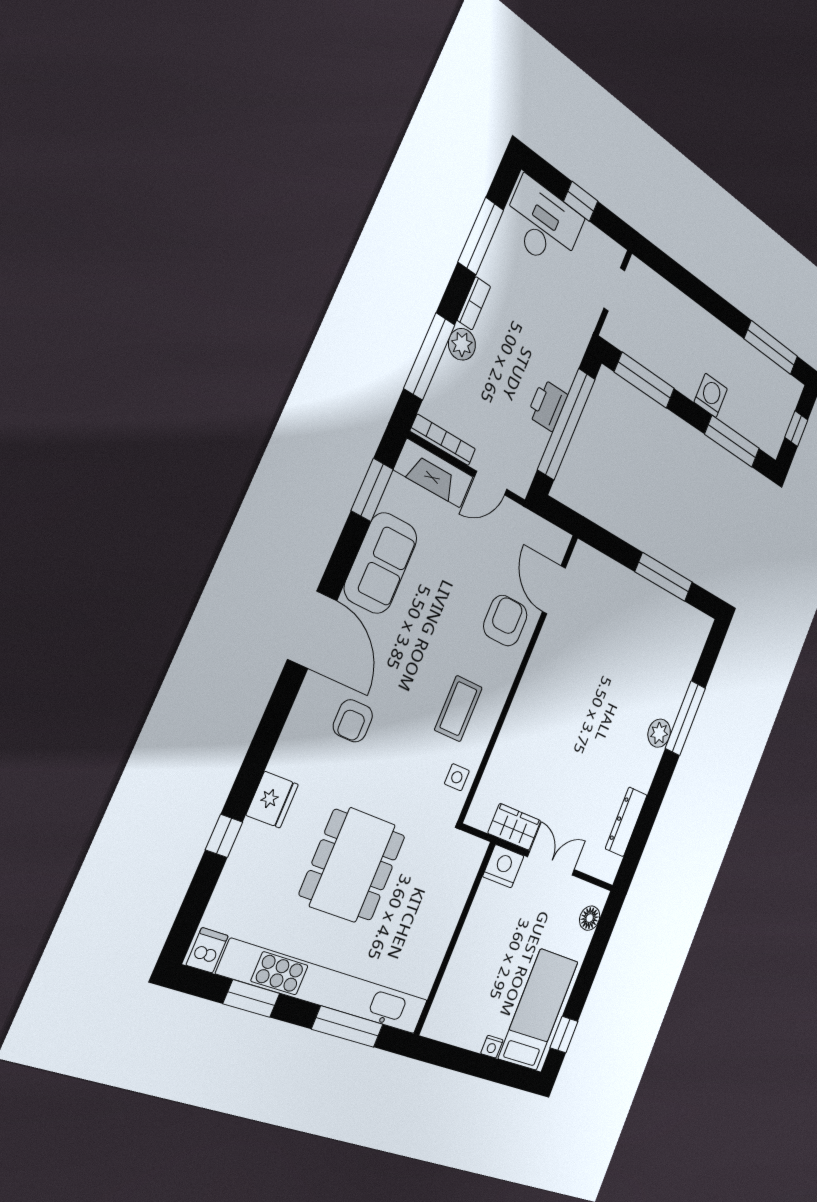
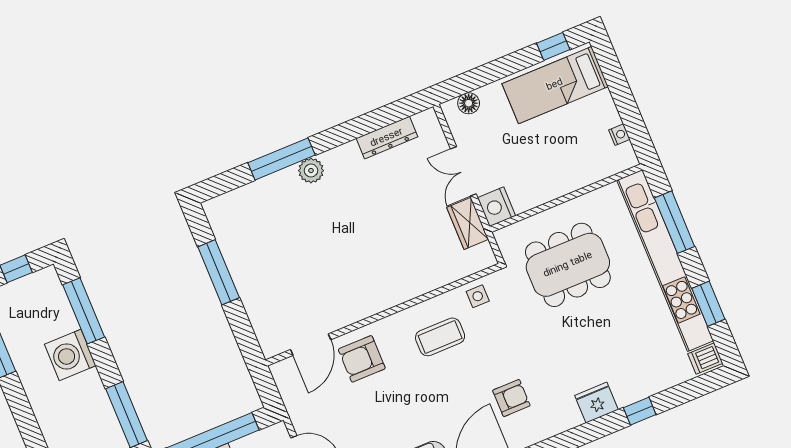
washing machine: (711, 395) -> (70, 355), width x1.37, depth x1.37
dining table: (353, 865) -> (568, 265), moved
nightstand: (492, 1047) -> (619, 135), moved

